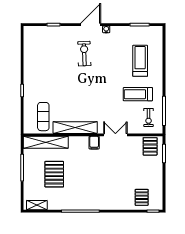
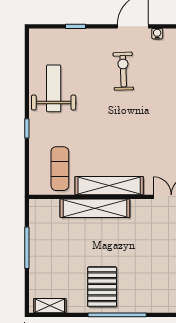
weight bench: (39, 65) -> (54, 88), added
shelving: (46, 142) -> (95, 208), moved
filing cabinet: (94, 143) -> (138, 209), removed
pallet: (54, 174) -> (102, 287), moved

